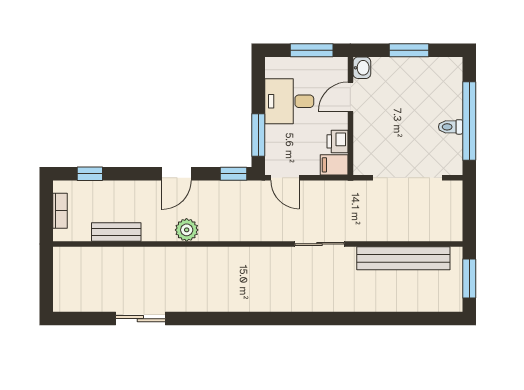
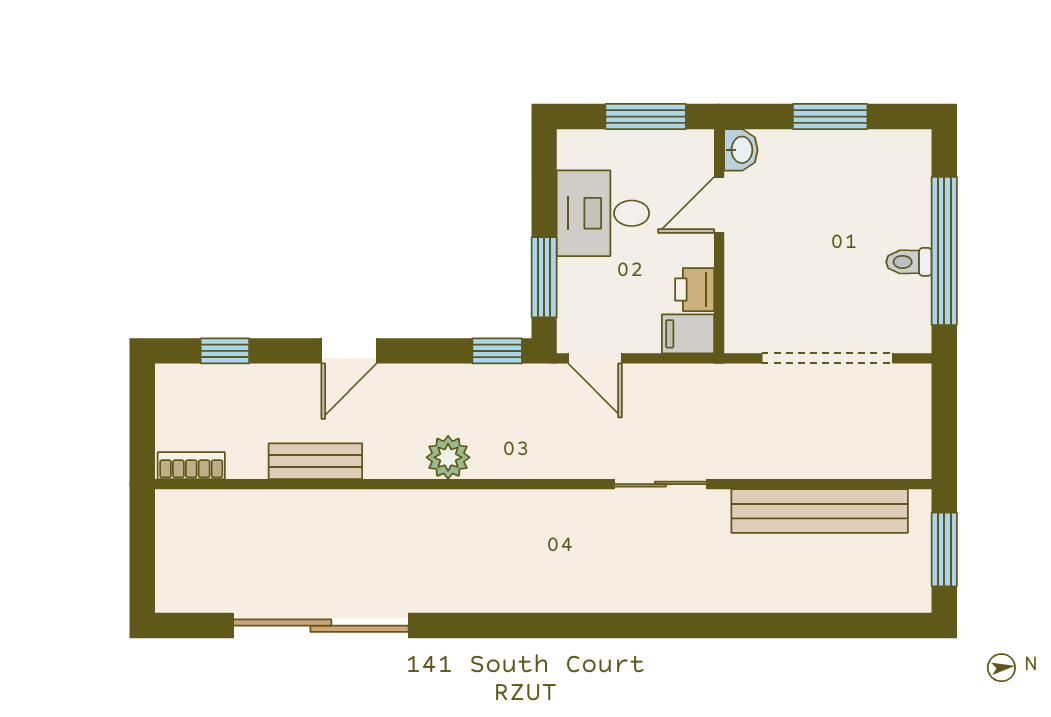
door: (176, 174) -> (349, 351), moved
bookcase: (60, 211) -> (191, 466), moved, turned -90
plant: (187, 230) -> (448, 457), moved
bench: (116, 232) -> (315, 461), moved
sliding door: (140, 319) -> (321, 626), width x1.86

